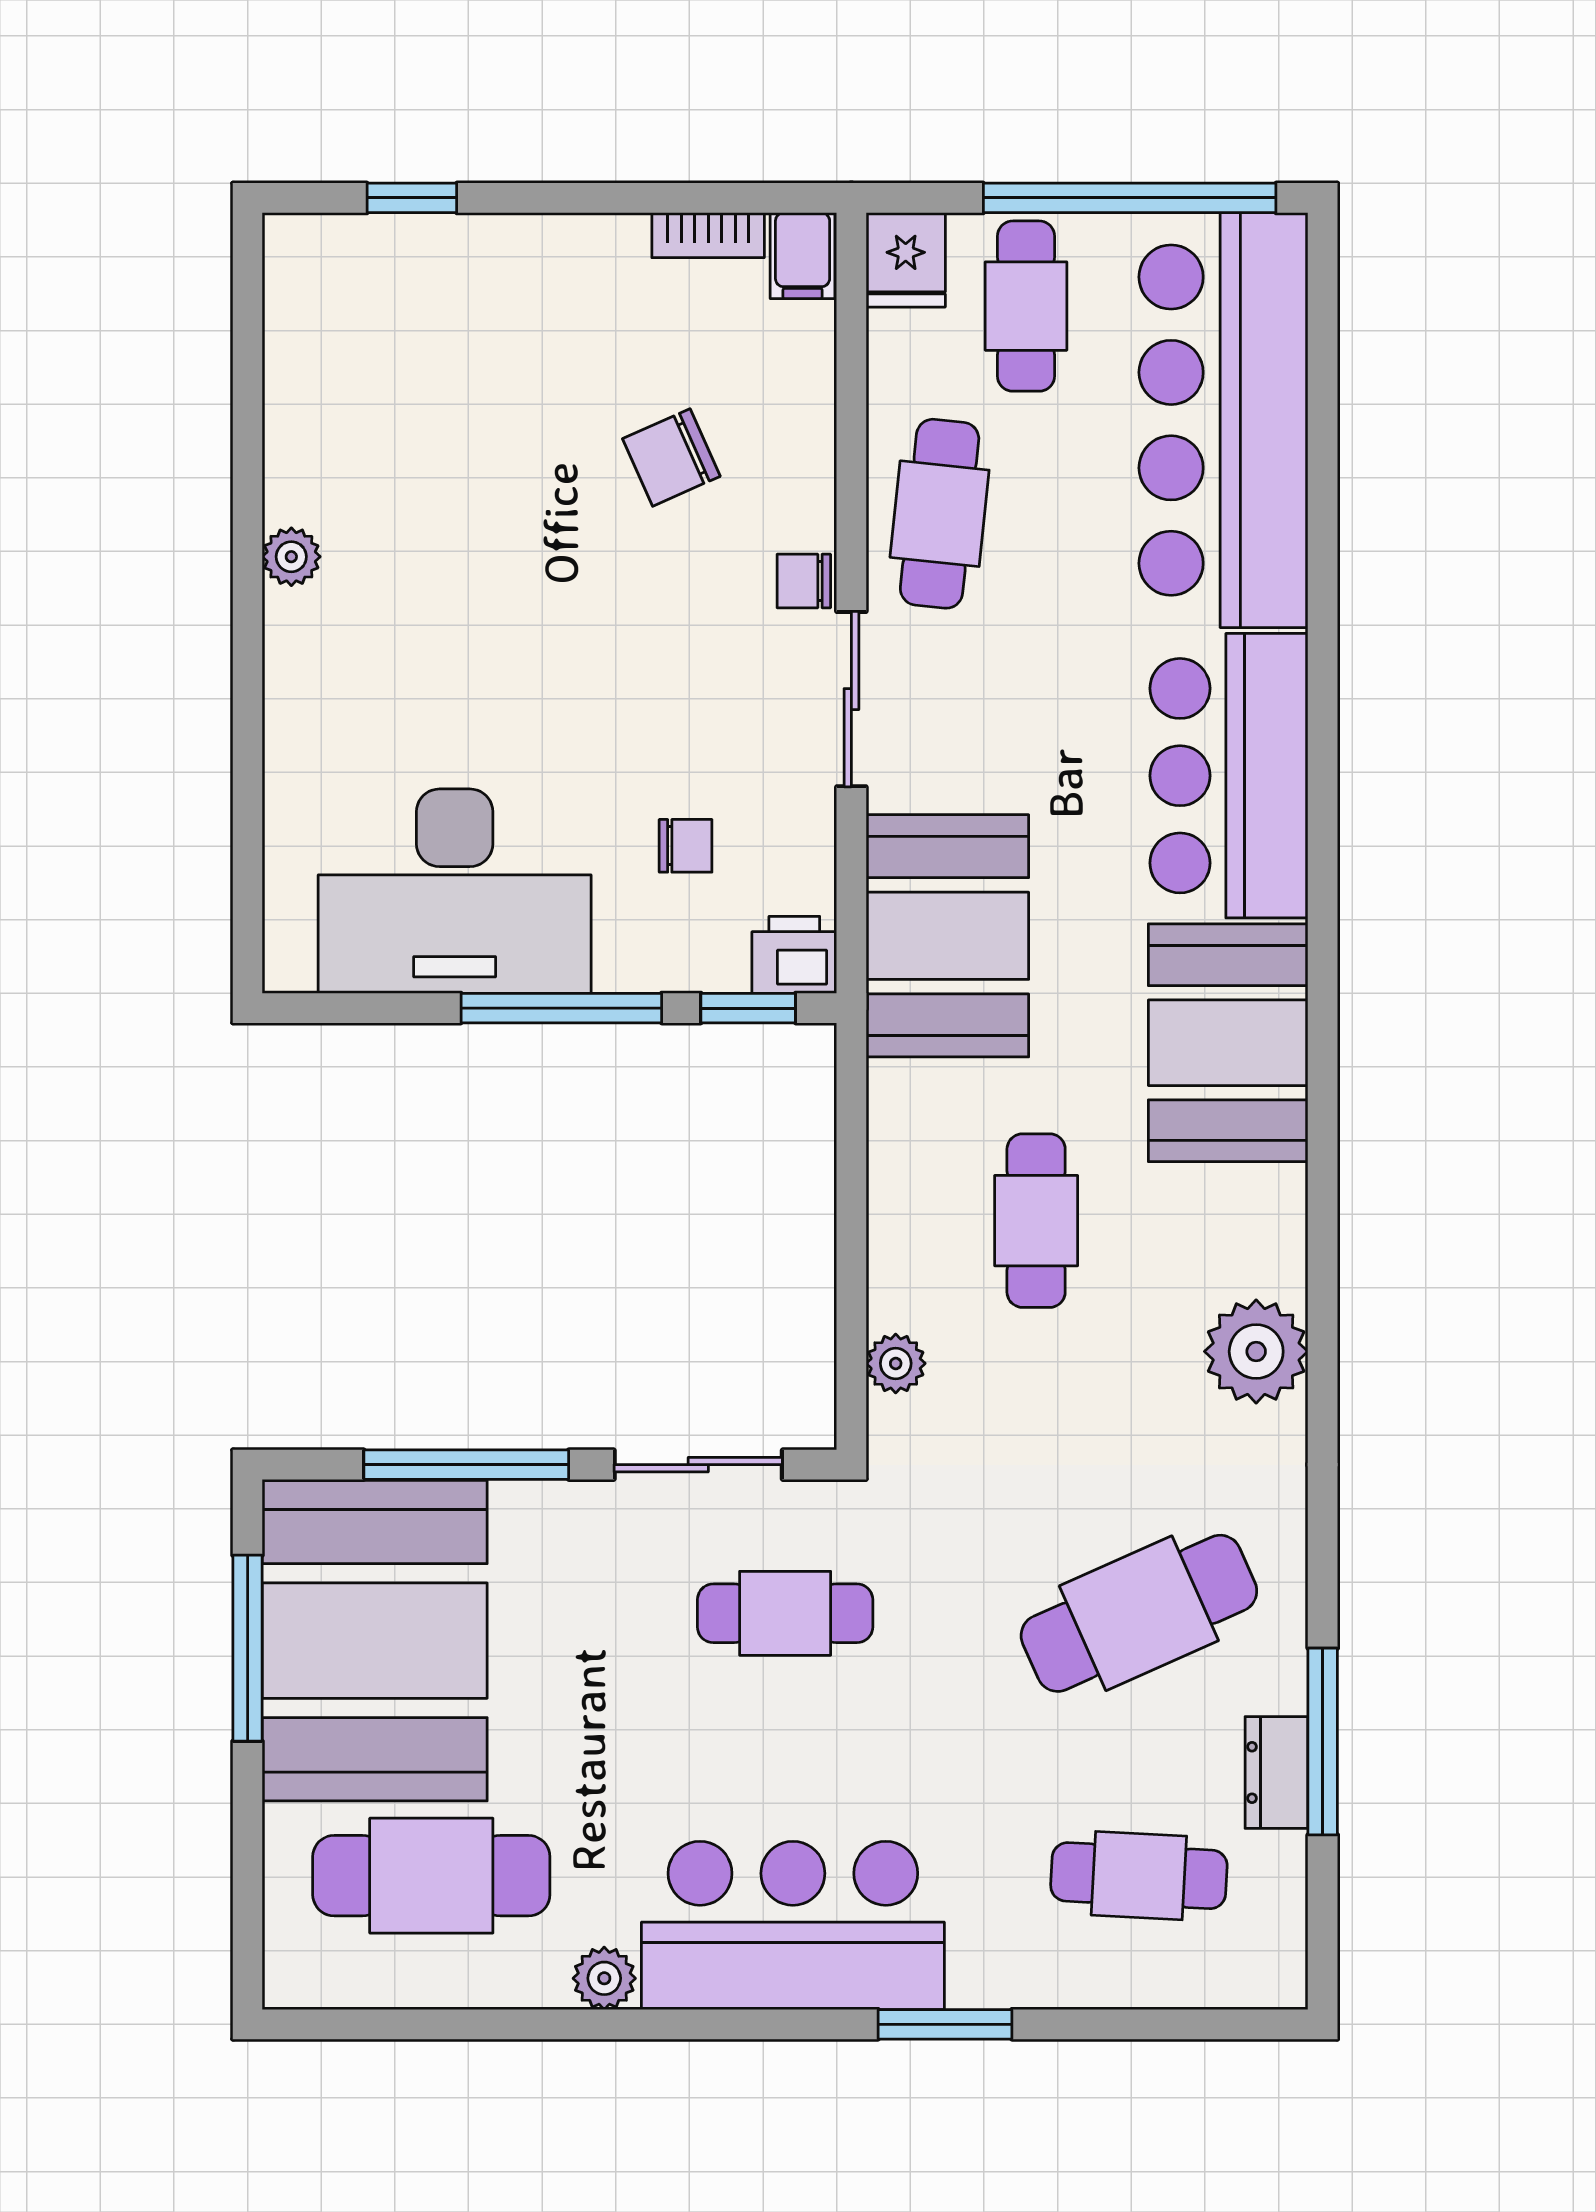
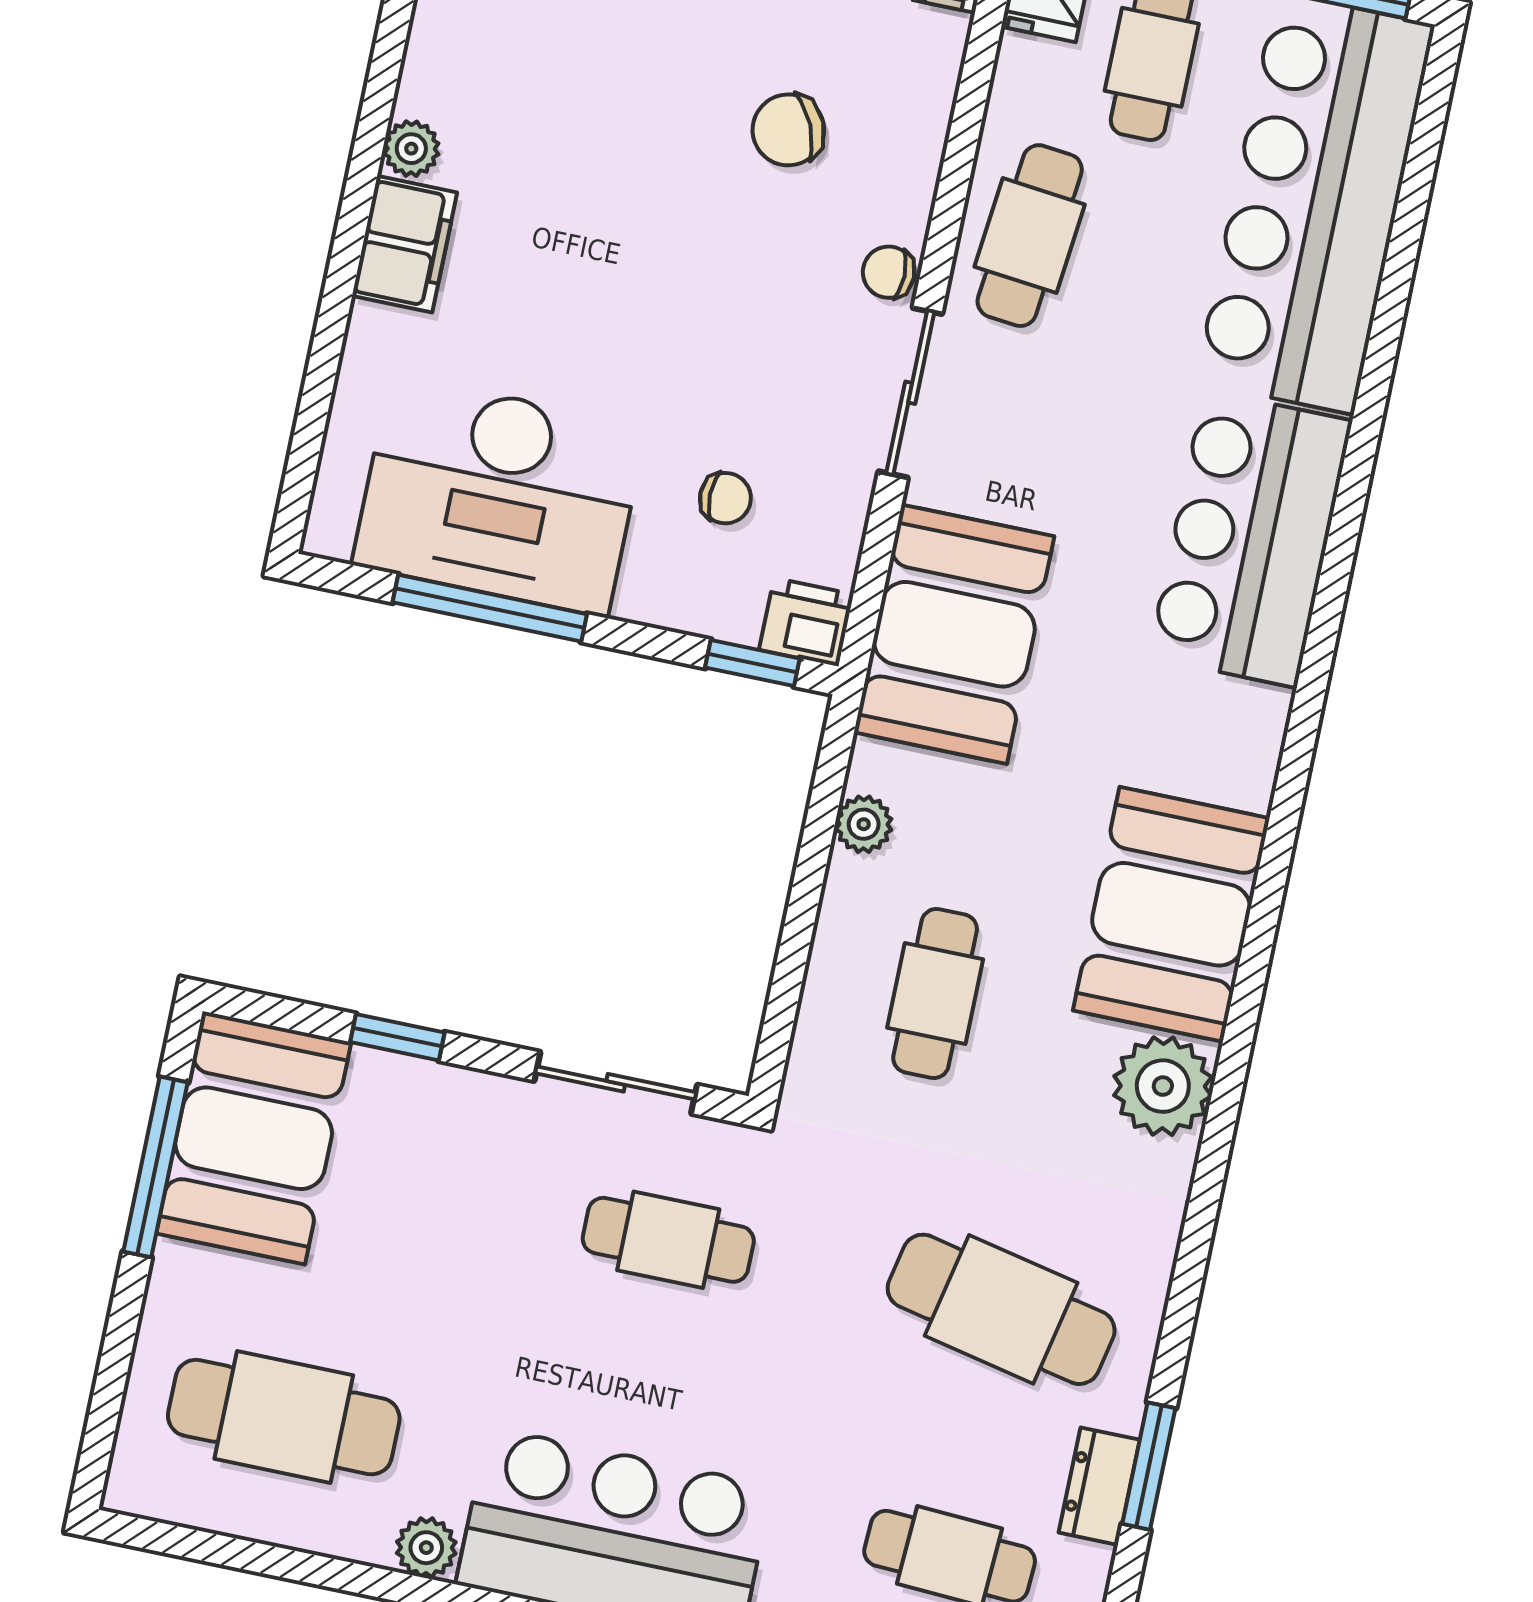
filing cabinet: (305, 655) -> (405, 244), added
window: (561, 1008) -> (490, 608), moved
booth: (1228, 1043) -> (1171, 914), moved
cafe table: (1036, 1221) -> (935, 994), moved
plant: (896, 1363) -> (864, 824), moved
window: (466, 1465) -> (397, 1037), width x0.46
cafe table: (1139, 1613) -> (1001, 1309), turned 36
booth: (375, 1641) -> (254, 1138), width x0.73, depth x0.70
window: (1323, 1742) -> (1149, 1466), width x0.69

